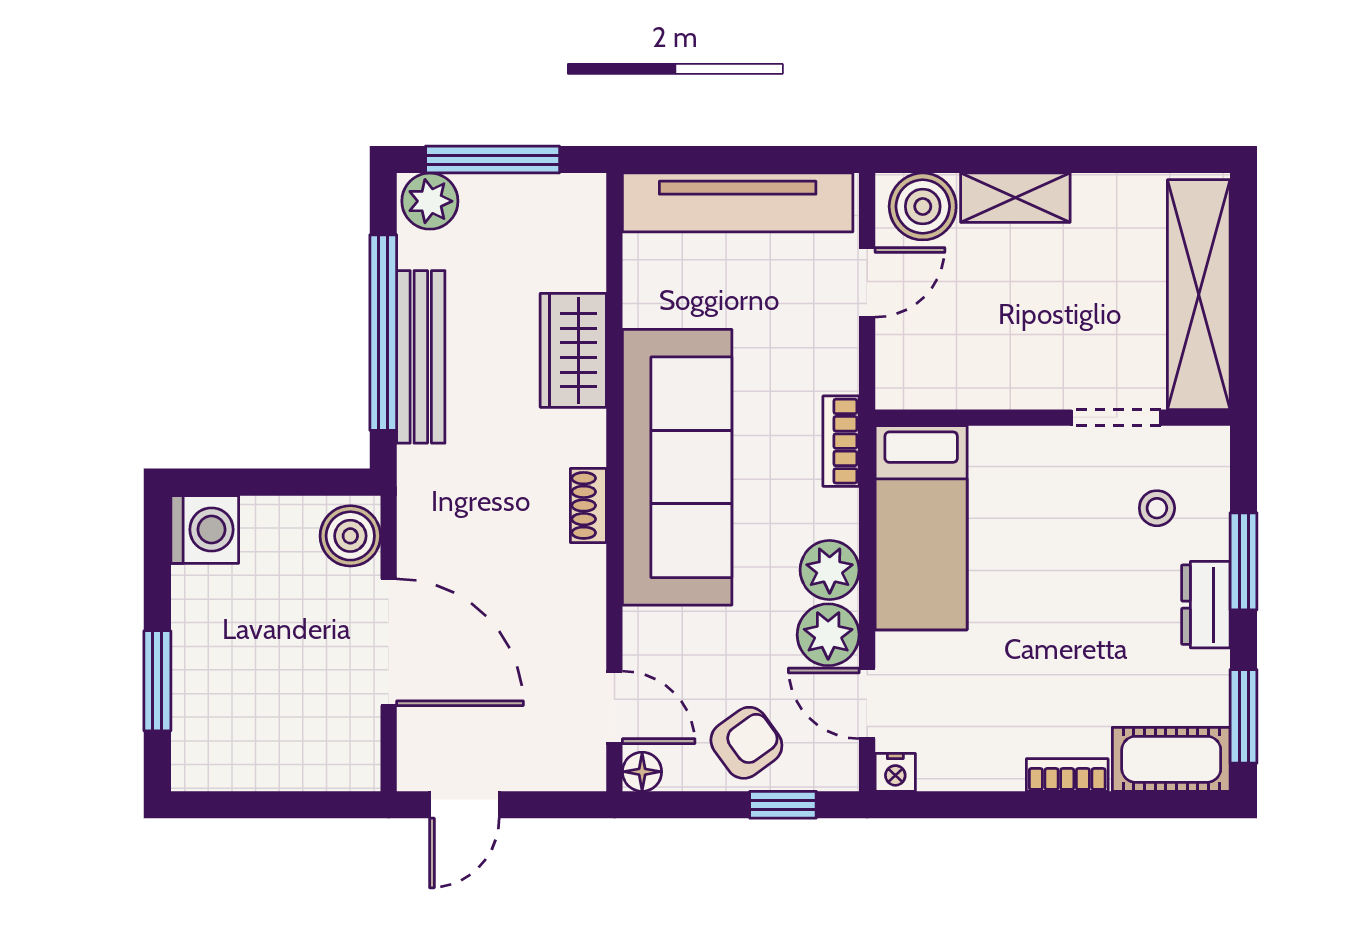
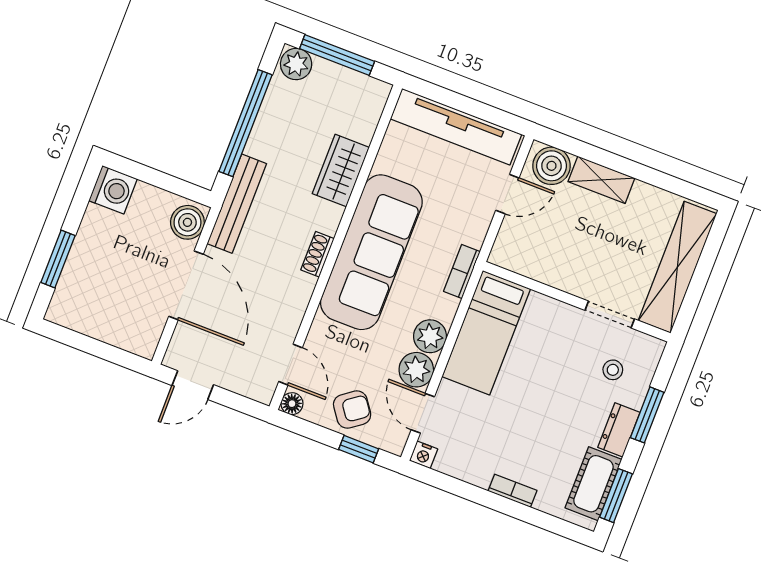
bench: (421, 357) -> (237, 204), moved
cot: (1171, 759) -> (593, 484), moved, turned 90

